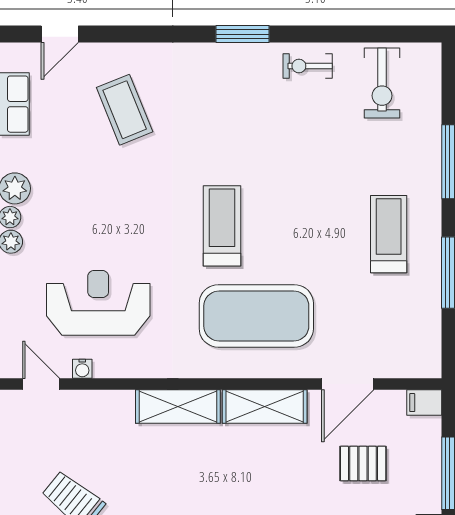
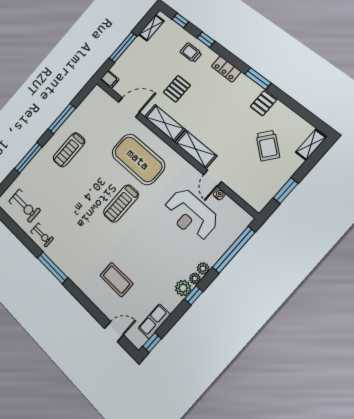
window: (243, 34) -> (53, 268), width x1.44
exercise bike: (382, 83) -> (25, 206), turned 90
coffee table: (125, 110) -> (117, 280), turned -68
door: (41, 384) -> (212, 178), moved
pallet: (363, 464) -> (177, 89), moved, turned 90

